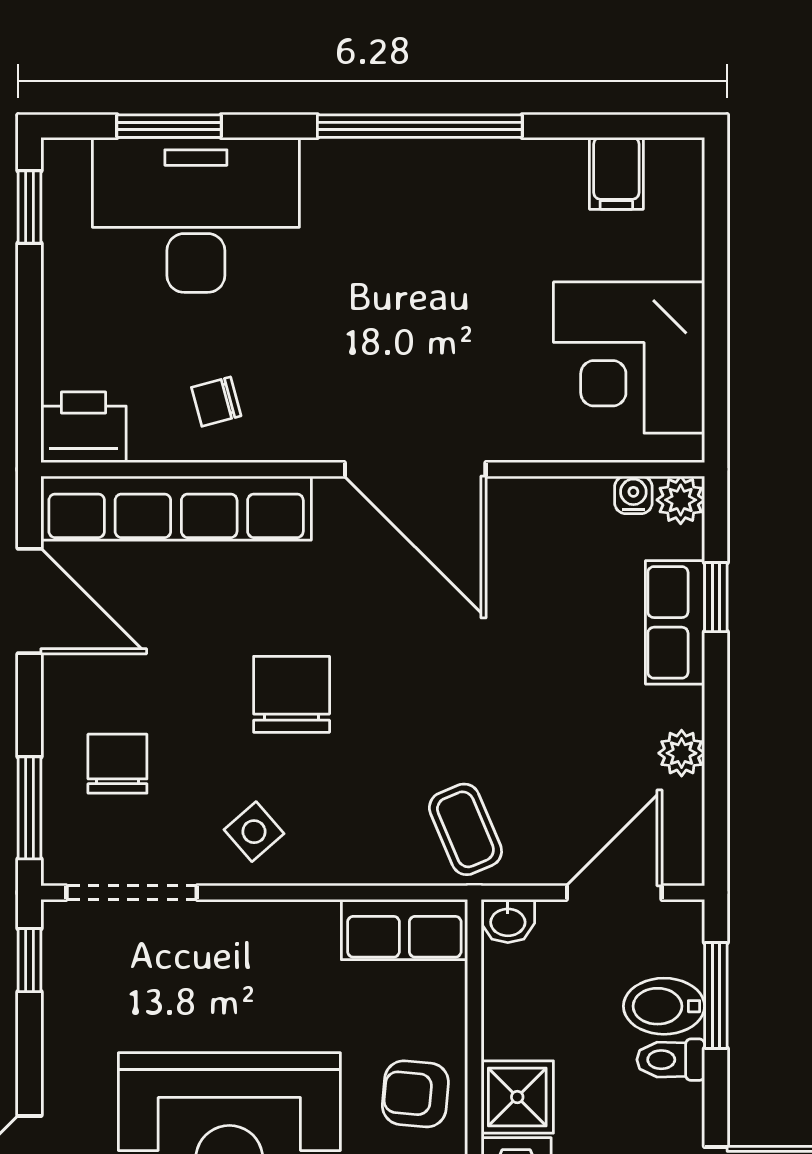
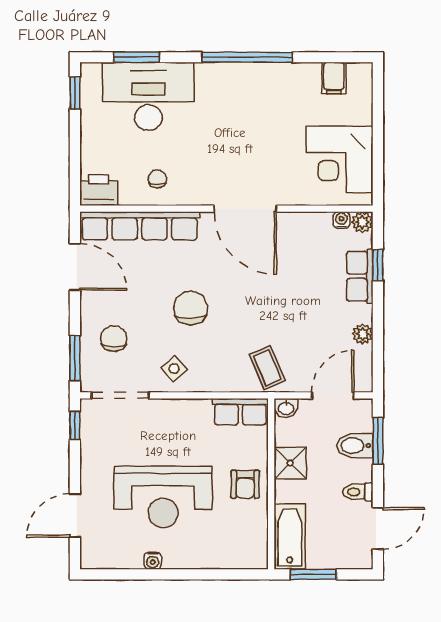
chair: (216, 402) -> (157, 179), turned 105
toilet: (671, 1060) -> (358, 492), moved
armchair: (415, 1094) -> (245, 484), turned -95
shower: (517, 1097) -> (290, 463), moved

